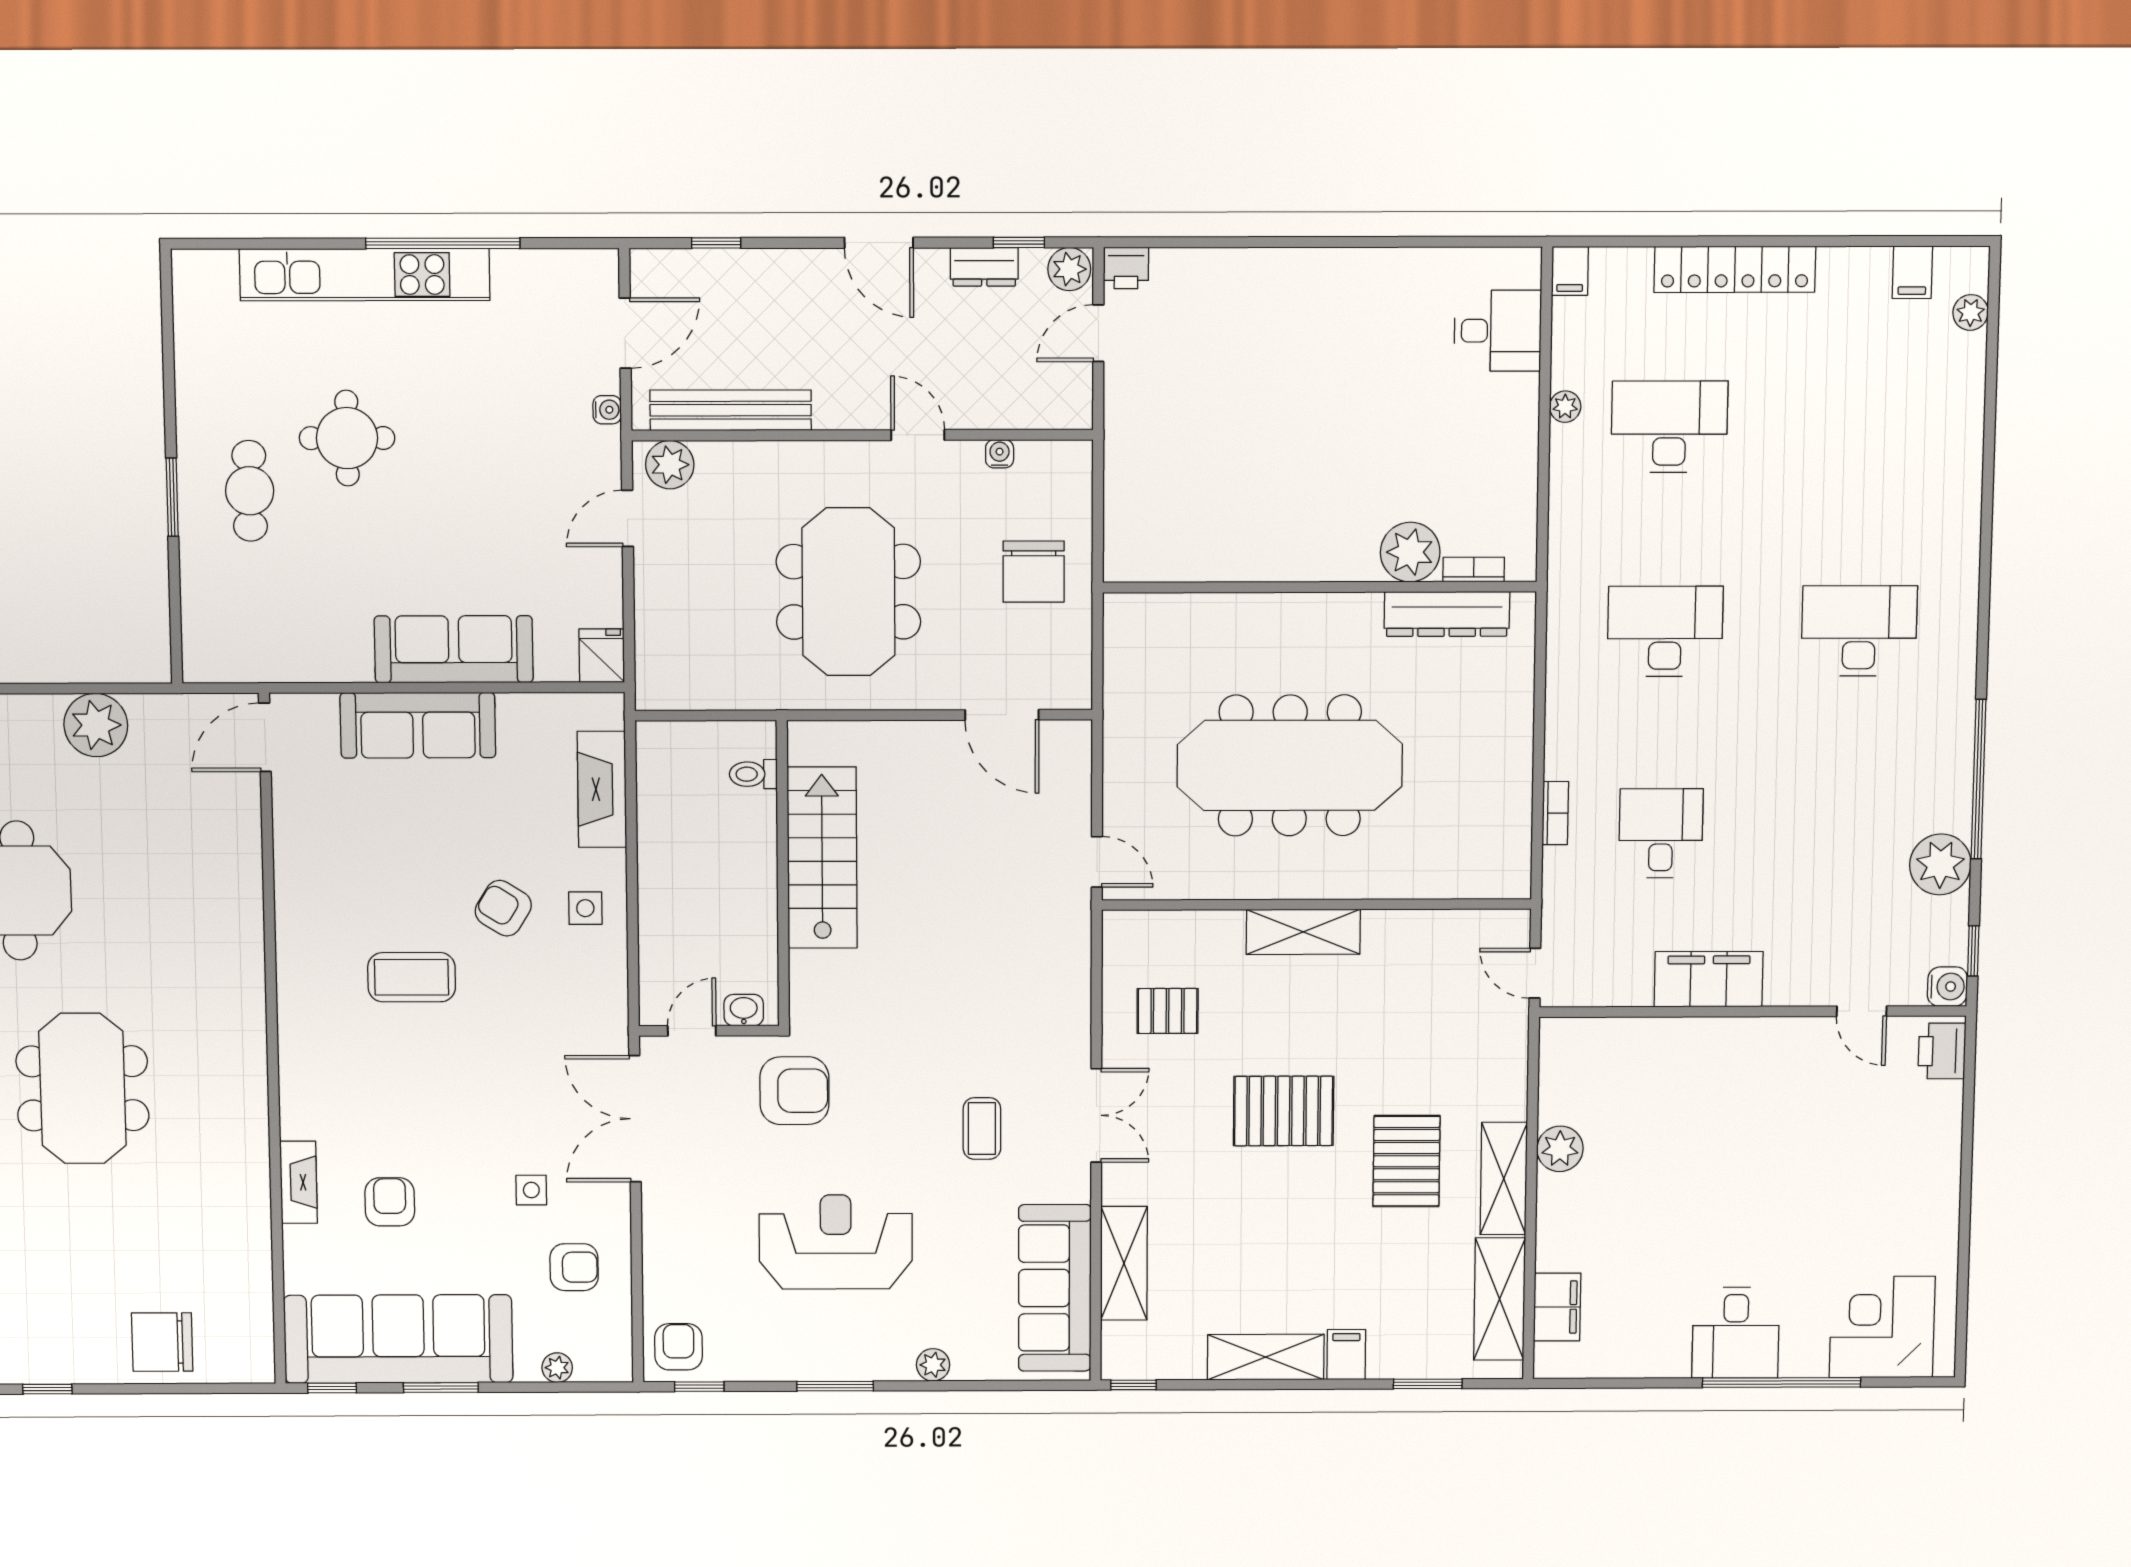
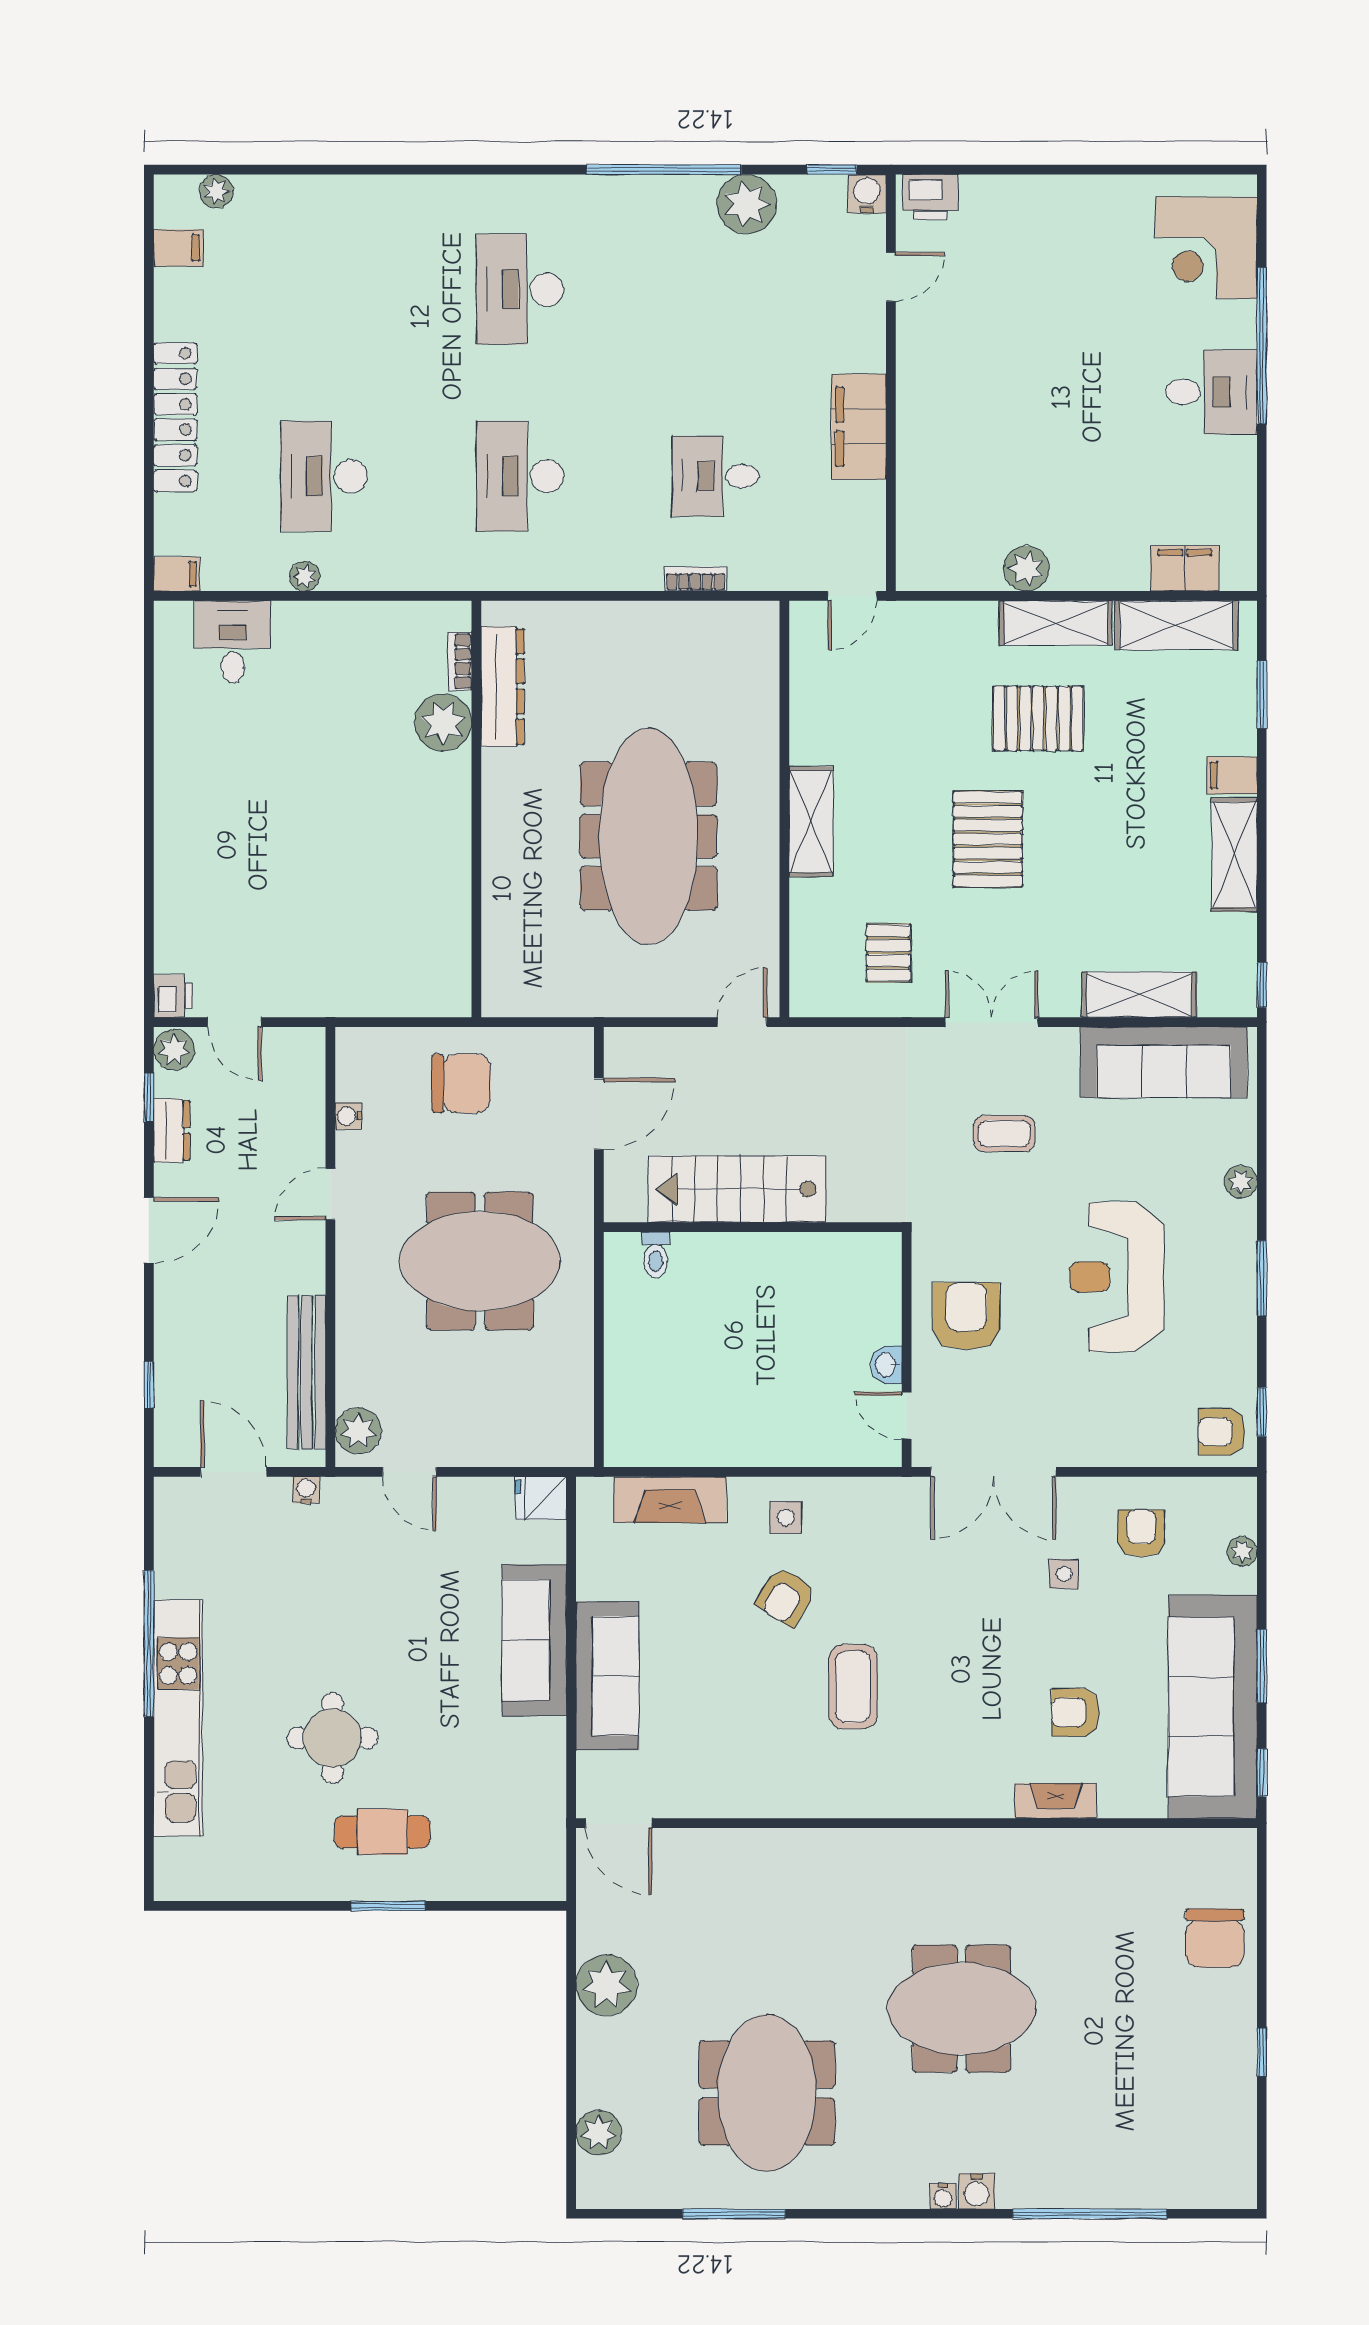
toilet: (753, 774) -> (656, 1255), moved
stairs: (822, 858) -> (737, 1189), moved
wall: (783, 874) -> (753, 1227), moved

